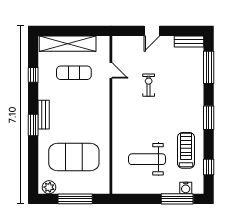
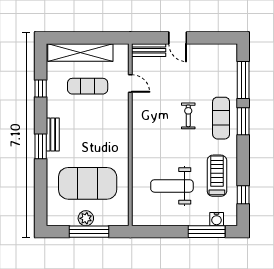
door: (152, 31) -> (178, 38), hinge flipped
bench: (189, 42) -> (149, 50), moved
exercise bike: (149, 85) -> (188, 116), moved
exercise mat: (190, 100) -> (221, 118), added
window: (209, 118) -> (243, 121), moved
plant: (49, 187) -> (86, 218), moved

